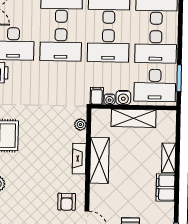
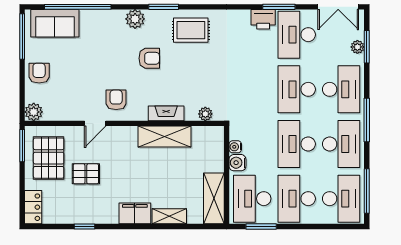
filing cabinet: (97, 96) -> (239, 132), removed
shelving: (134, 118) -> (214, 198), moved
armchair: (31, 172) -> (149, 58), added
armchair: (67, 202) -> (116, 100), turned 90

